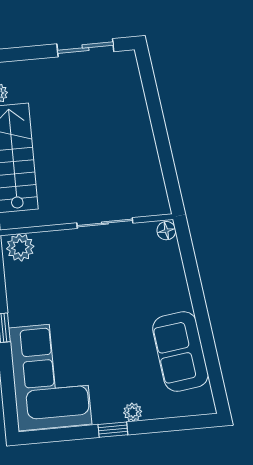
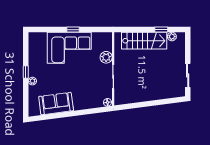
plant: (20, 247) -> (106, 57), moved
corner sofa: (50, 376) -> (69, 48), moved

